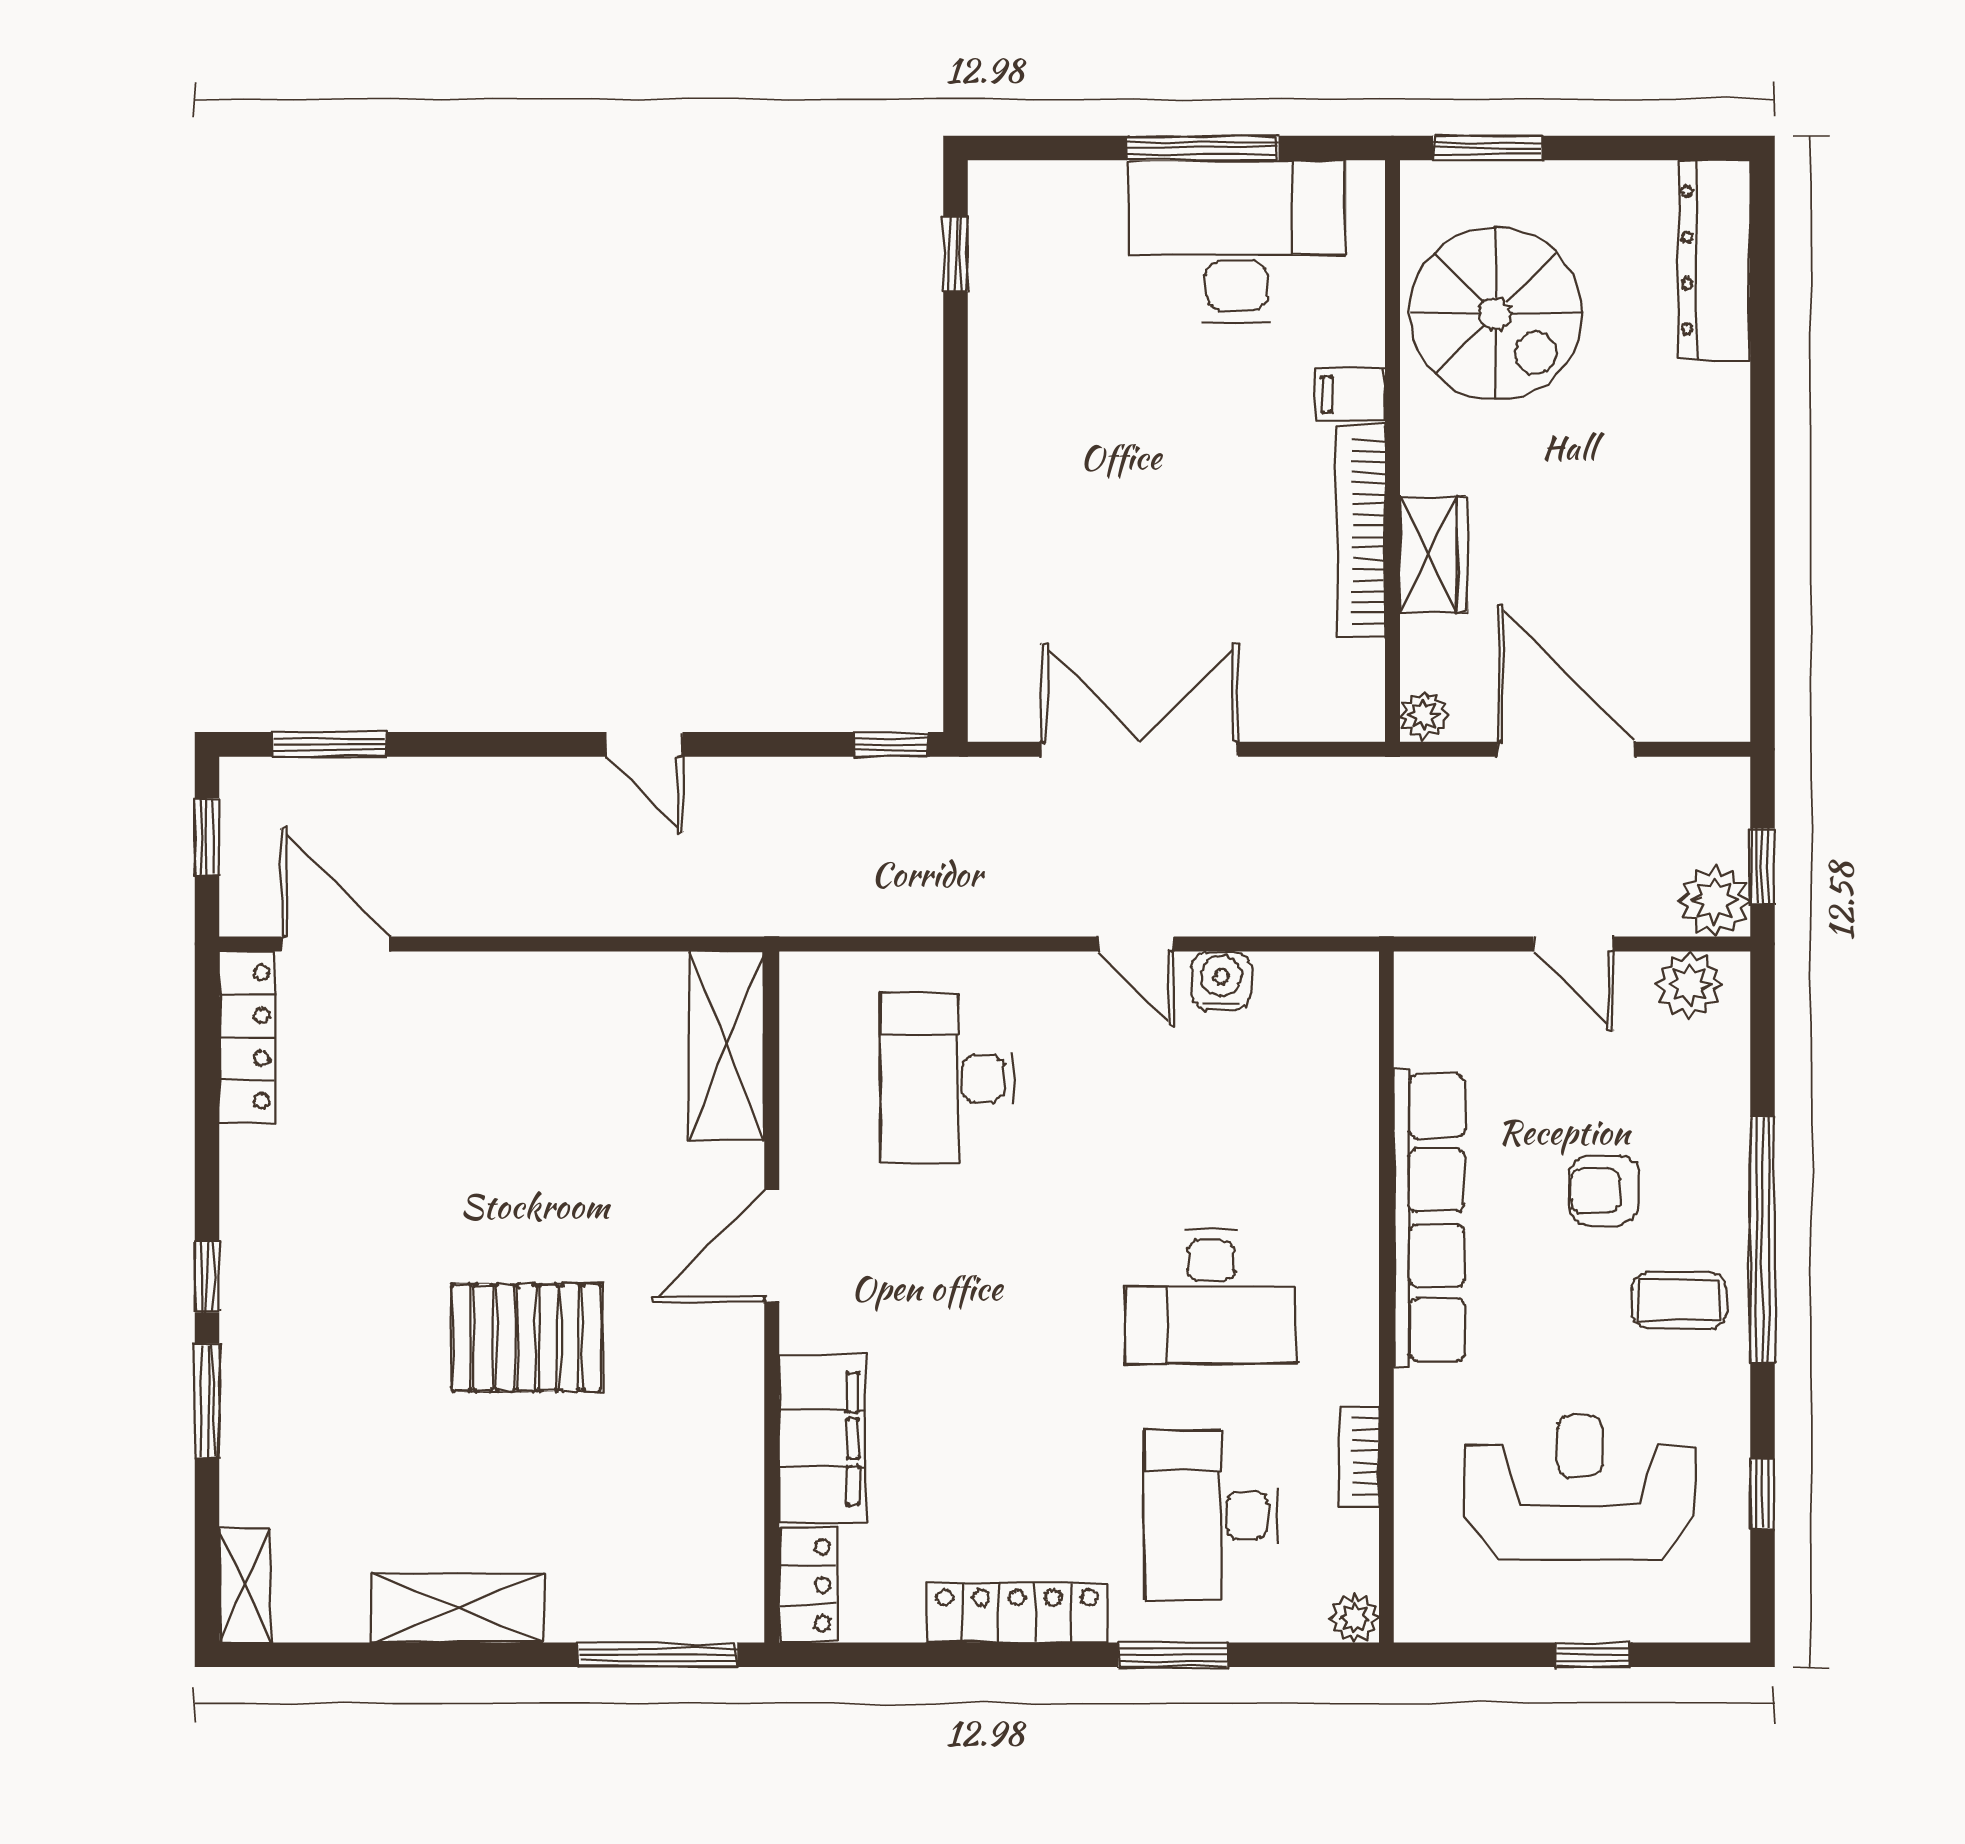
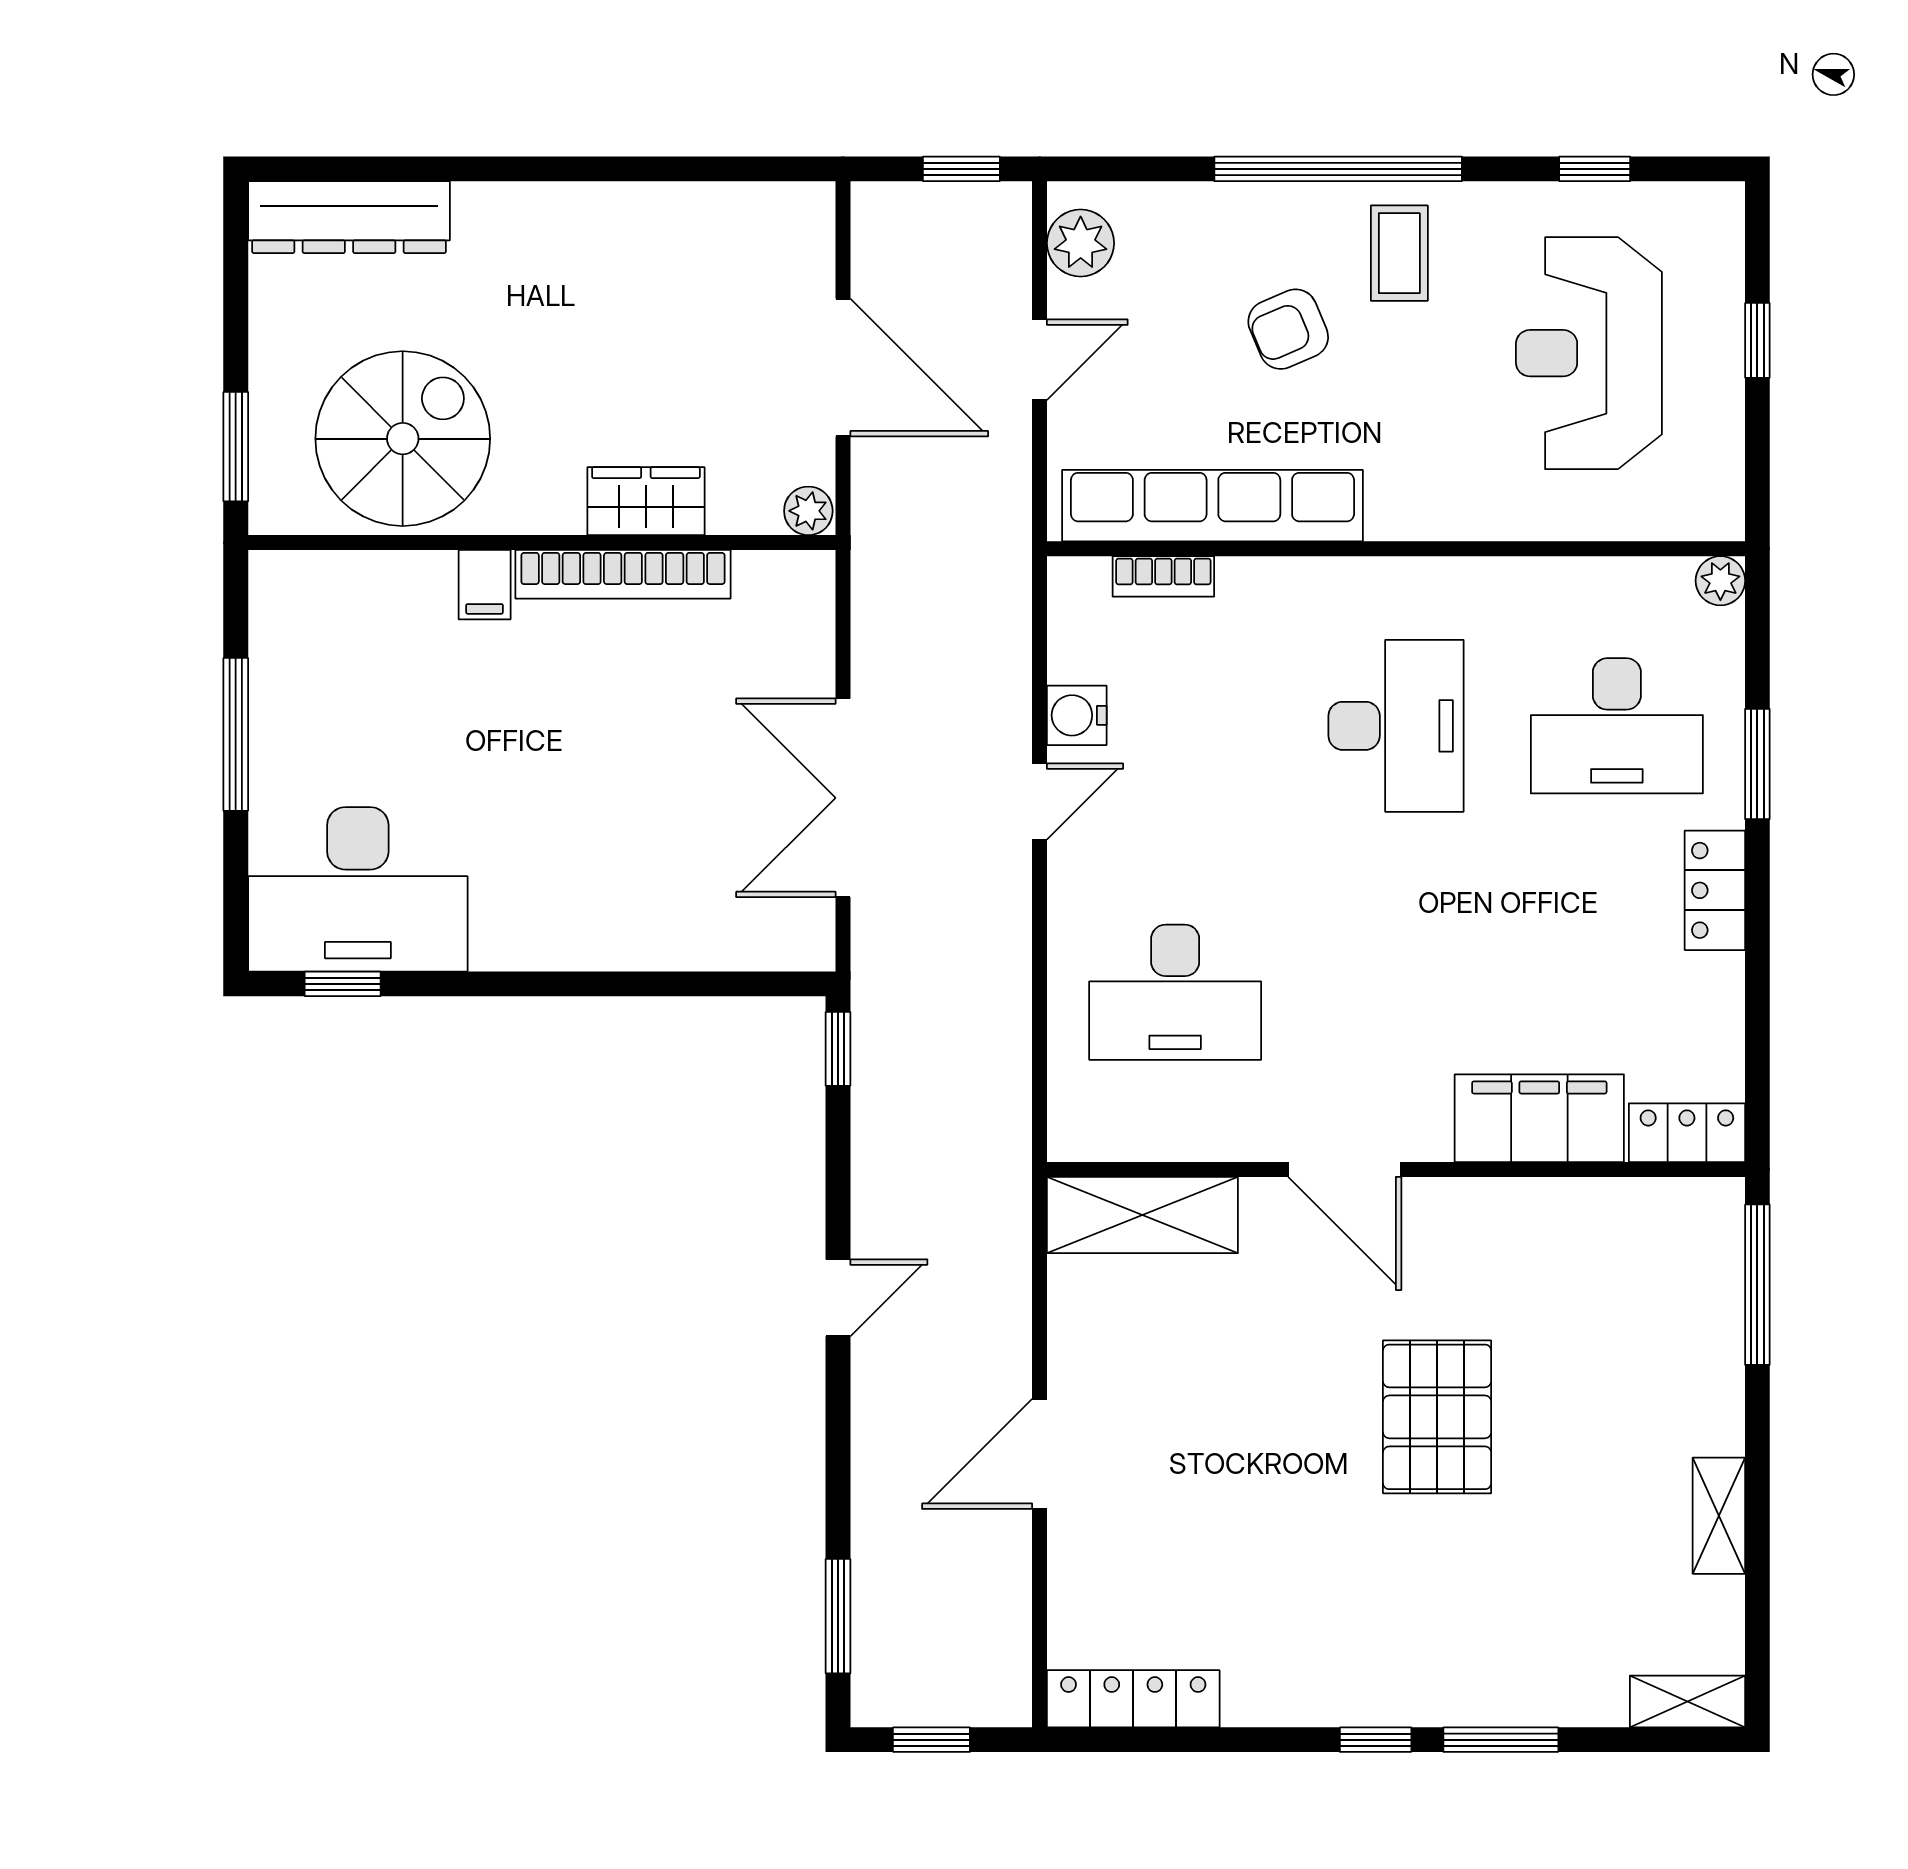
desk: (1236, 242) -> (358, 889), moved, turned -90
door: (1566, 749) -> (843, 368), swing flipped
plant: (1715, 901) -> (996, 217), removed
door: (336, 944) -> (1040, 1454), moved
armchair: (1604, 1190) -> (1288, 329), turned 67
row of seats: (1429, 1218) -> (1212, 506), moved
bookcase: (1359, 1456) -> (1163, 576), moved
shelving: (458, 1608) -> (1719, 1516), width x0.67, depth x0.75
locker: (1017, 1613) -> (1715, 890), width x0.66

